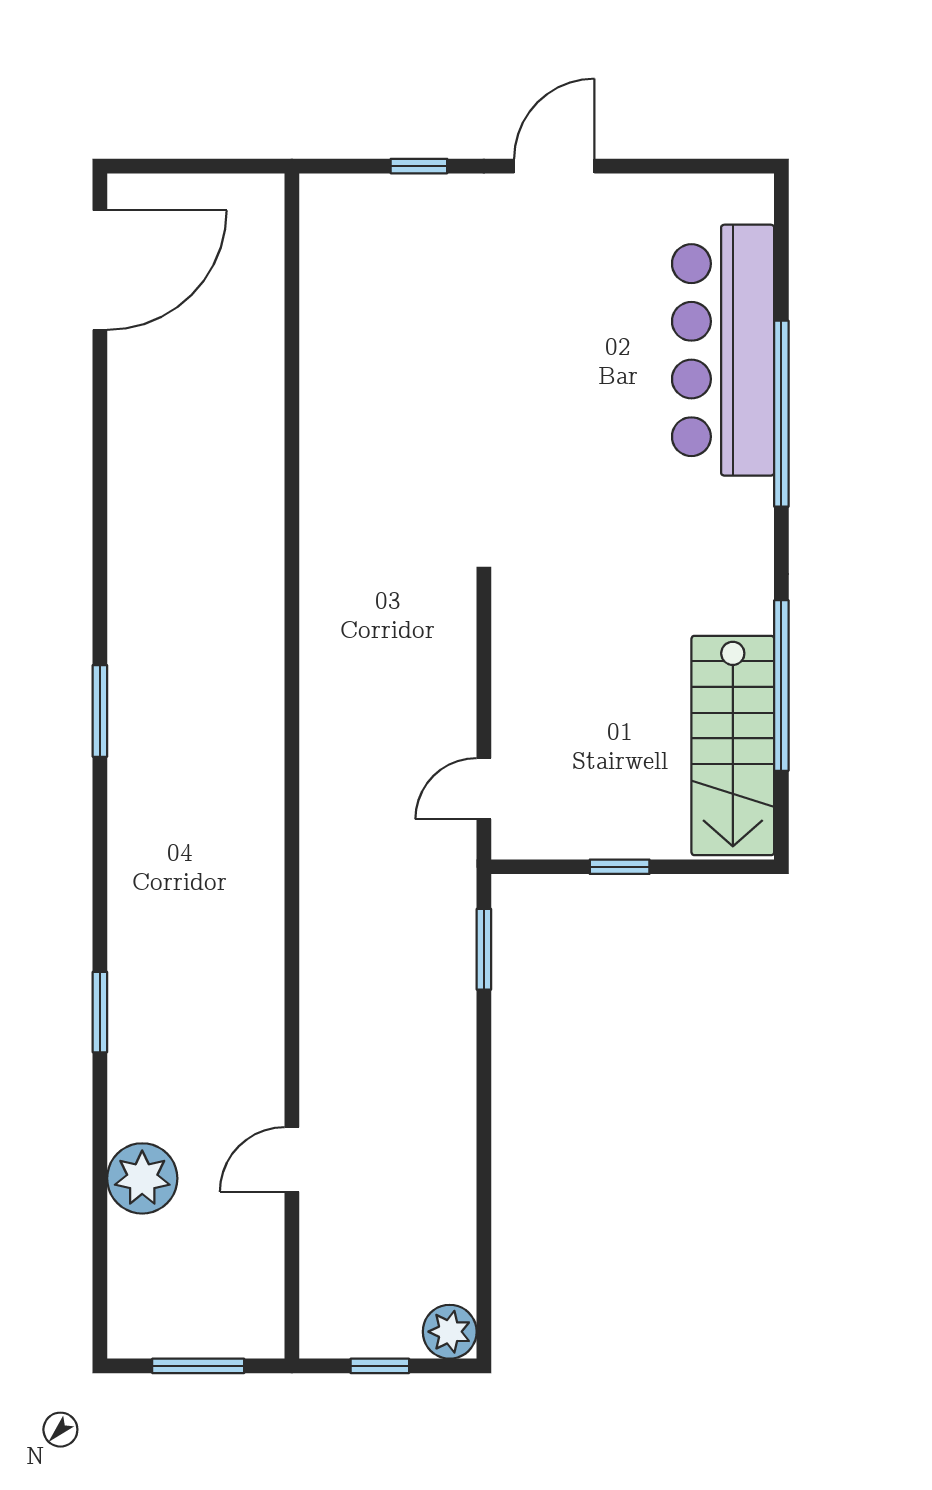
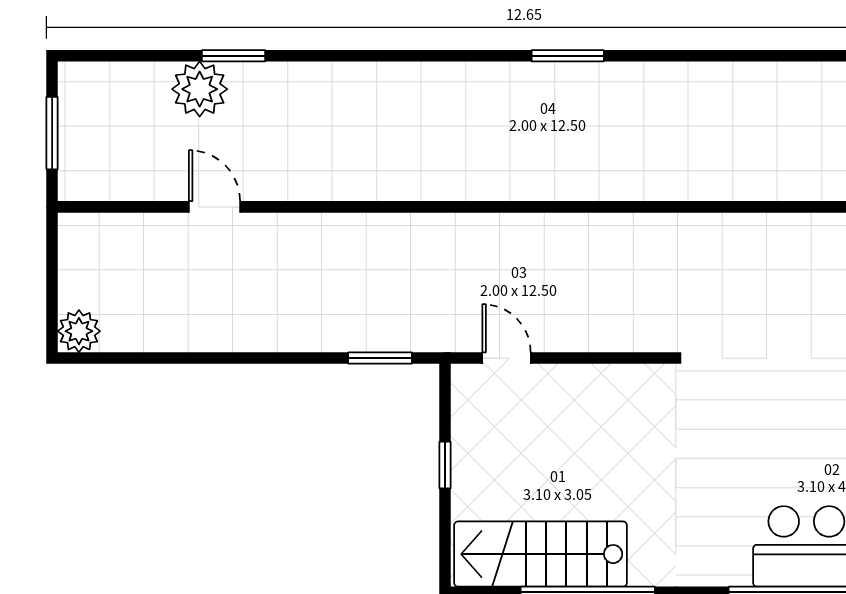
window: (100, 1012) -> (234, 56), moved
window: (380, 1366) -> (52, 276), removed

